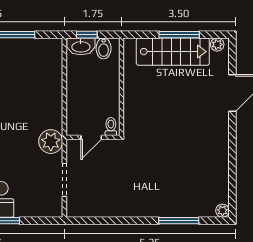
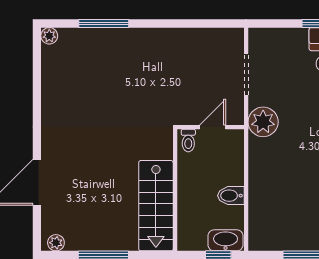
bidet: (104, 48) -> (231, 196), moved, turned -90
stairs: (173, 52) -> (156, 206), moved, turned -90

